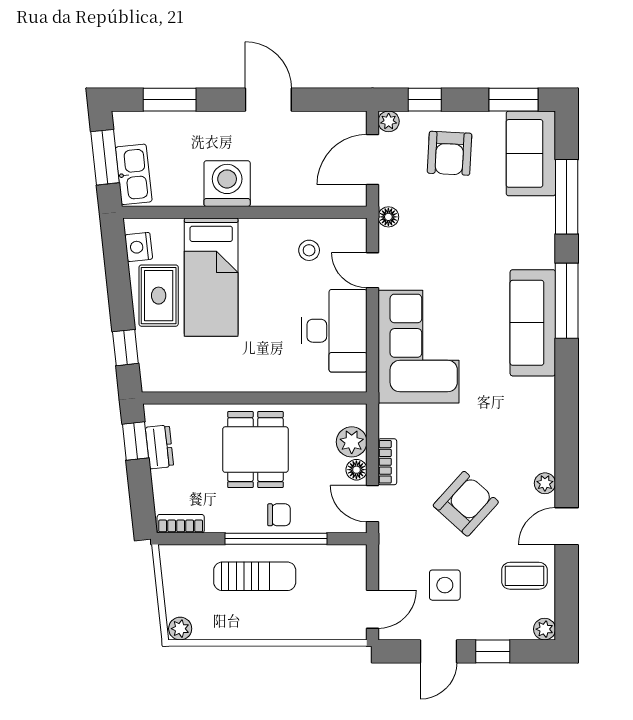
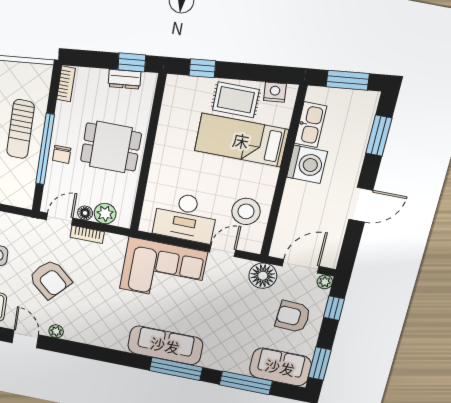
door: (373, 159) -> (301, 266), hinge flipped
kitchen sink: (134, 174) -> (311, 125), moved, turned -84
floor lamp: (388, 217) -> (263, 276), width x1.89, depth x1.89
stool: (309, 250) -> (246, 211), width x1.89, depth x1.89

